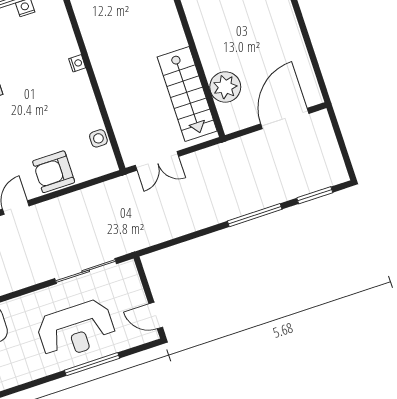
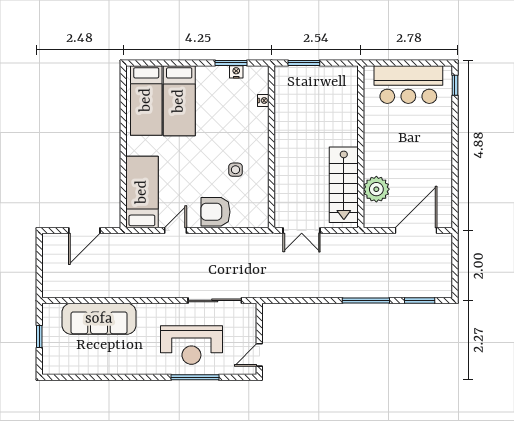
nightstand: (77, 63) -> (263, 101), moved
side table: (98, 138) -> (235, 170), moved
door: (156, 315) -> (259, 355), hinge flipped

